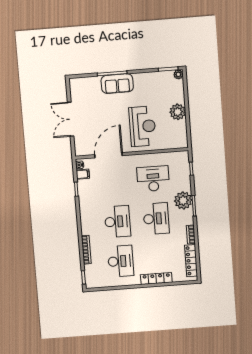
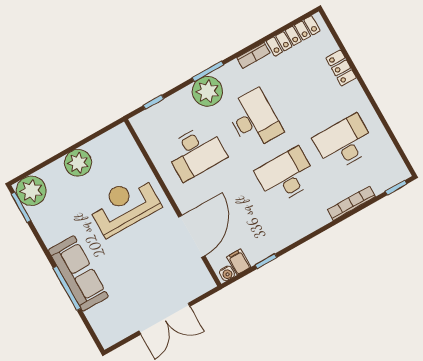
plant: (178, 74) -> (31, 191), width x1.88, depth x1.88
sofa: (117, 84) -> (78, 273), width x1.36
door: (109, 155) -> (192, 236), swing flipped
desk: (153, 179) -> (196, 152), turned -90
desk: (156, 219) -> (254, 119), turned 90
locker: (156, 279) -> (341, 68), width x0.66

